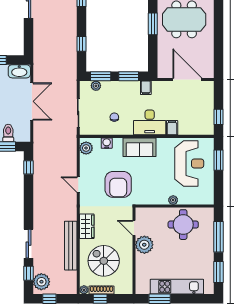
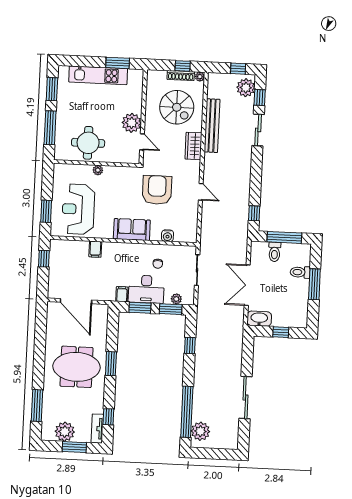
desk: (150, 122) -> (146, 289), moved, turned 180
plant: (86, 148) -> (190, 231), removed

